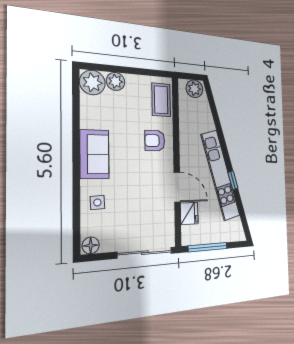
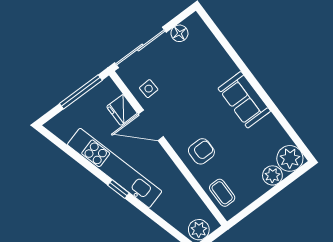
coffee table: (161, 100) -> (222, 193), width x0.73, depth x0.77
window: (233, 180) -> (118, 189), moved
side table: (97, 203) -> (149, 89), moved
floor lamp: (91, 245) -> (179, 33), moved

